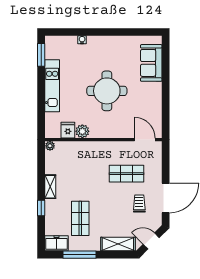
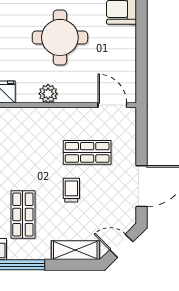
plant: (82, 131) -> (48, 94), moved
trolley: (139, 204) -> (71, 190), moved

